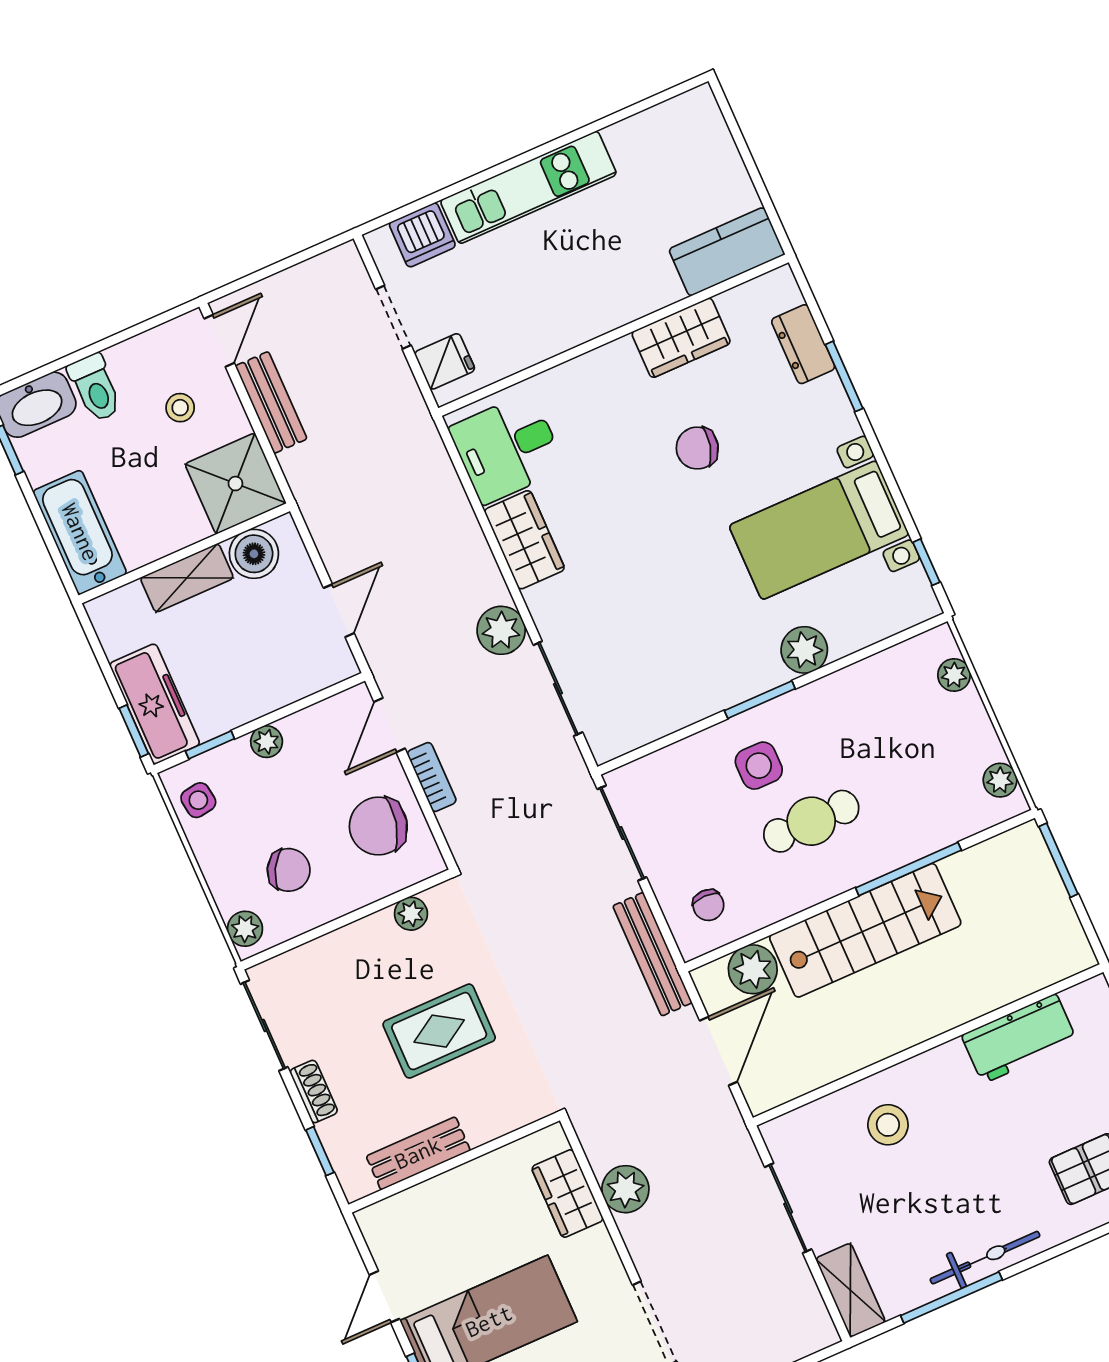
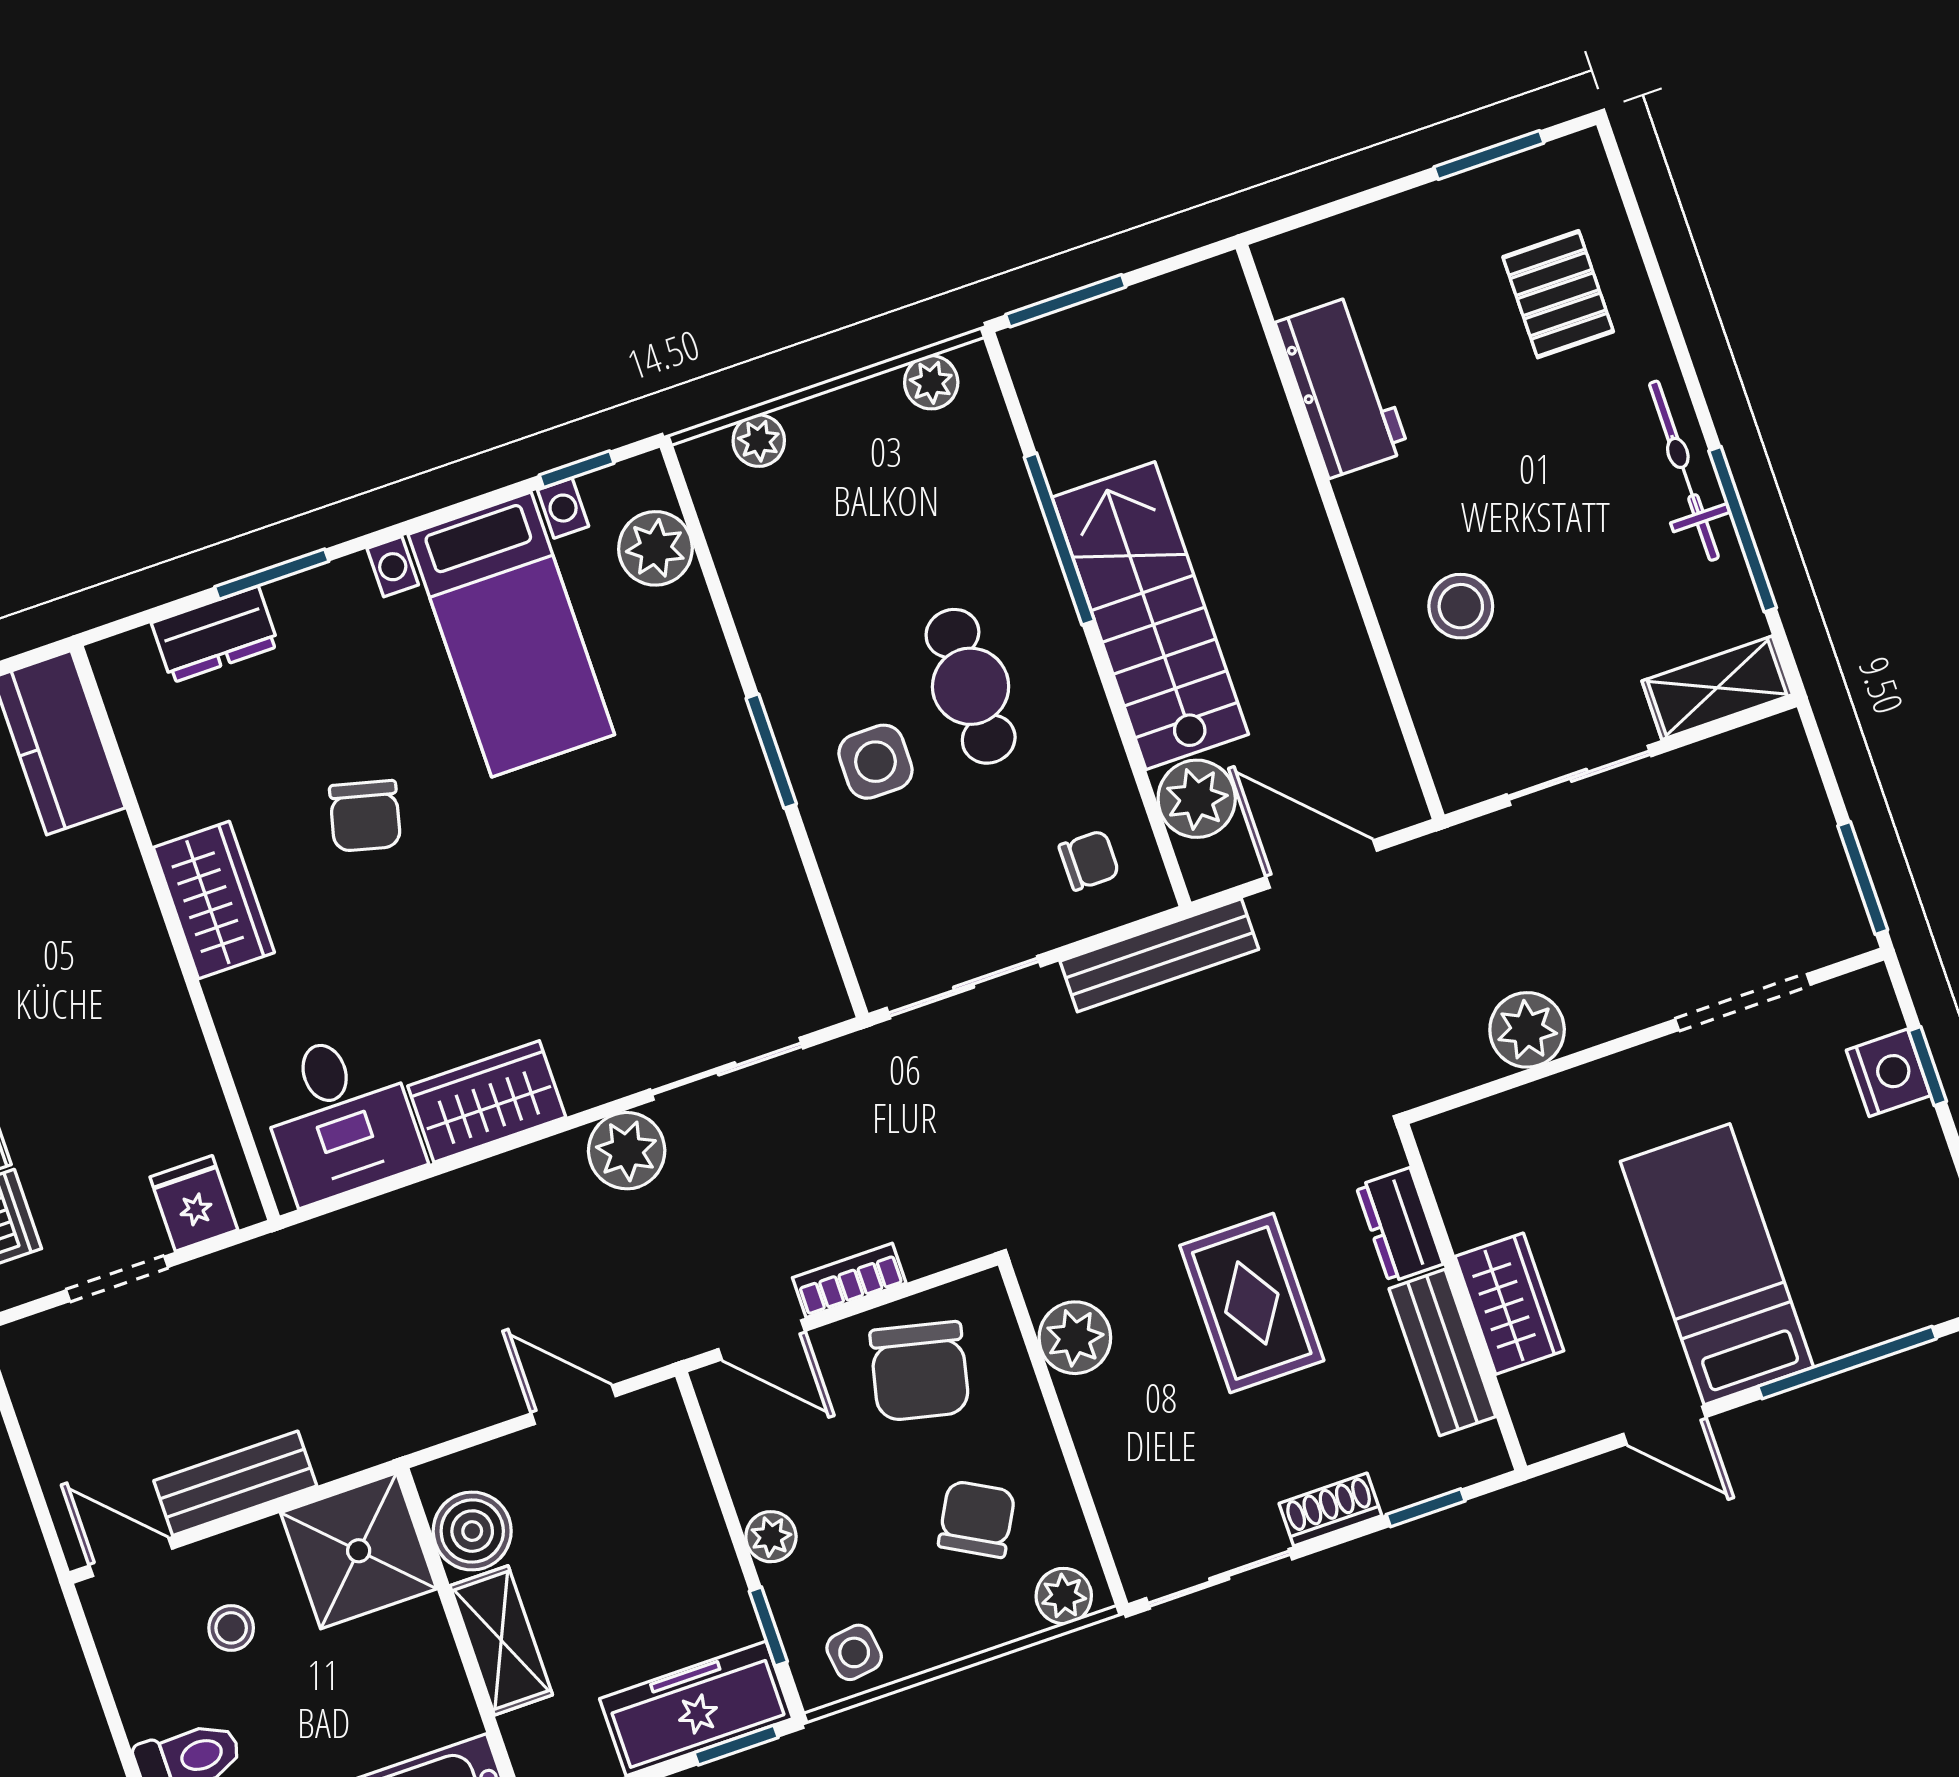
wardrobe: (681, 338) -> (214, 900), moved
plant: (804, 650) -> (655, 548), moved
plant: (411, 914) -> (1075, 1338), width x1.38, depth x1.38
dresser: (496, 1120) -> (1400, 1225), added
wardrobe: (568, 1194) -> (1509, 1304), moved, turned -90

